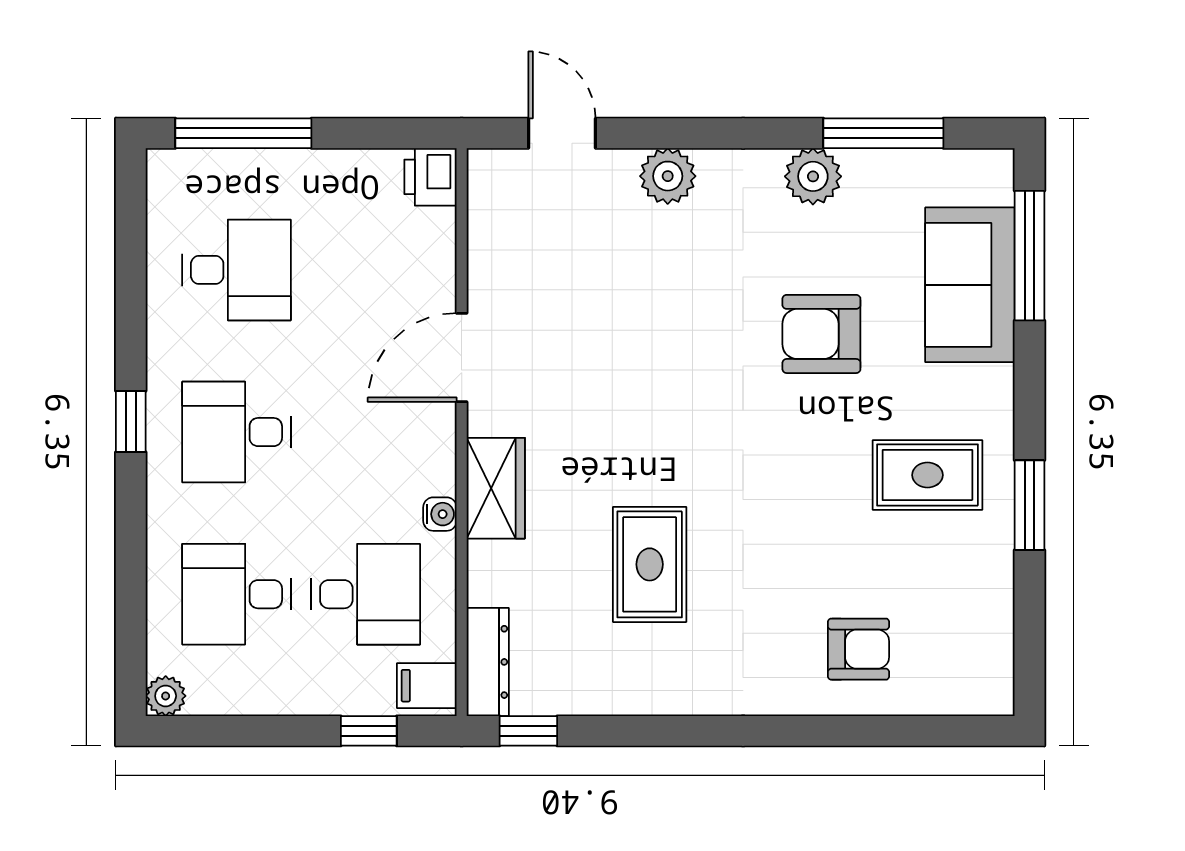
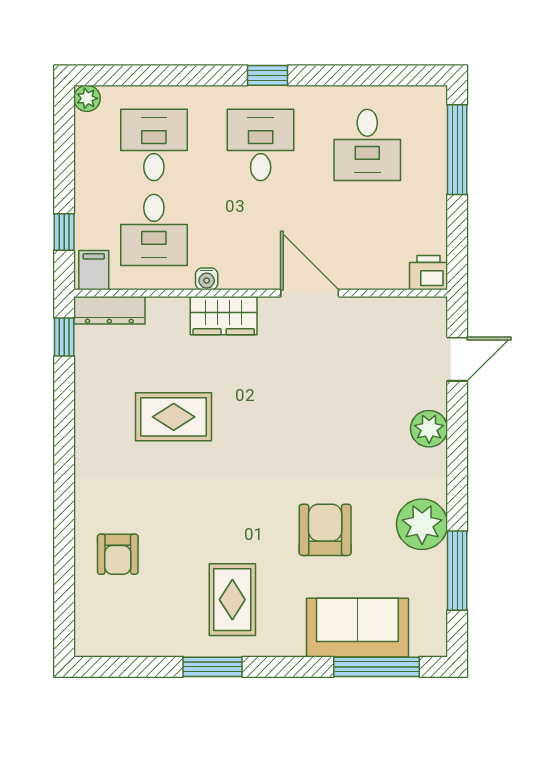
plant: (813, 176) -> (422, 524), width x1.36, depth x1.36

